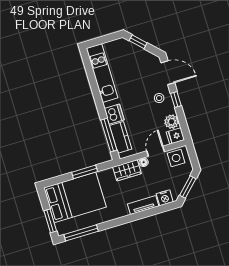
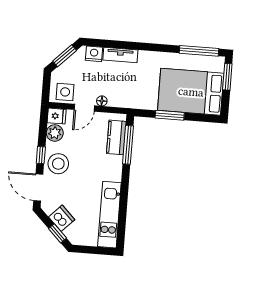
stool: (159, 98) -> (58, 164), width x1.89, depth x1.89
dishwasher: (114, 114) -> (62, 218), moved, turned 135
wardrobe: (127, 170) -> (123, 99), removed

